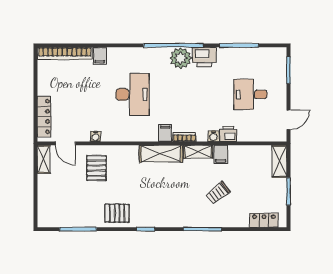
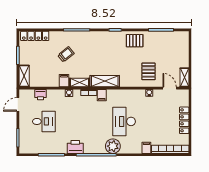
plant: (181, 58) -> (113, 146), moved
locker: (44, 116) -> (184, 120), moved
printer: (228, 134) -> (40, 95), moved
locker: (264, 220) -> (35, 36), width x1.53

